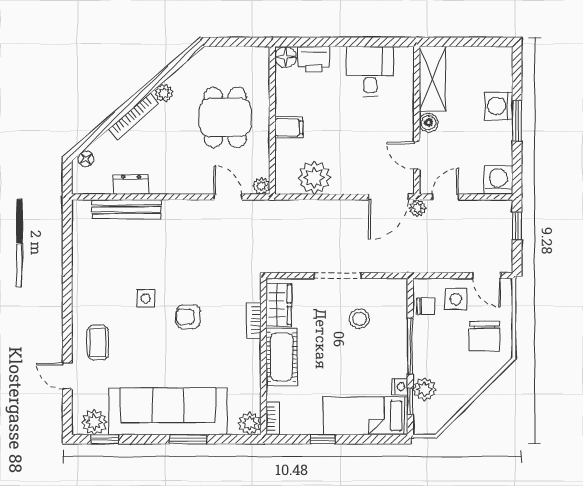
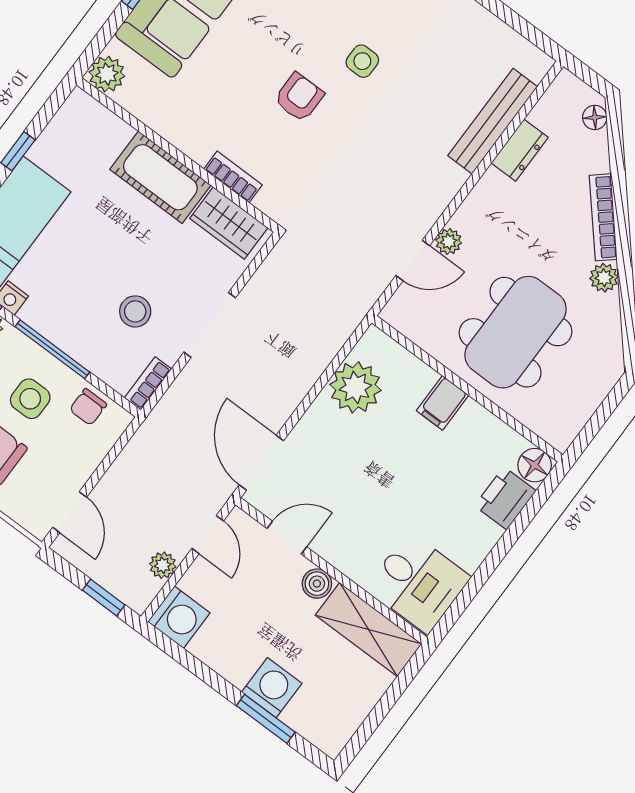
desk: (370, 72) -> (418, 583), moved
dining table: (225, 117) -> (516, 332), width x1.37
window: (517, 121) -> (266, 719), moved
plant: (261, 186) -> (449, 241), moved
plant: (417, 208) -> (163, 565), moved
door: (486, 276) -> (70, 512), swing flipped
side table: (456, 299) -> (30, 399), moved
bookcase: (273, 418) -> (148, 383), moved, turned 90

